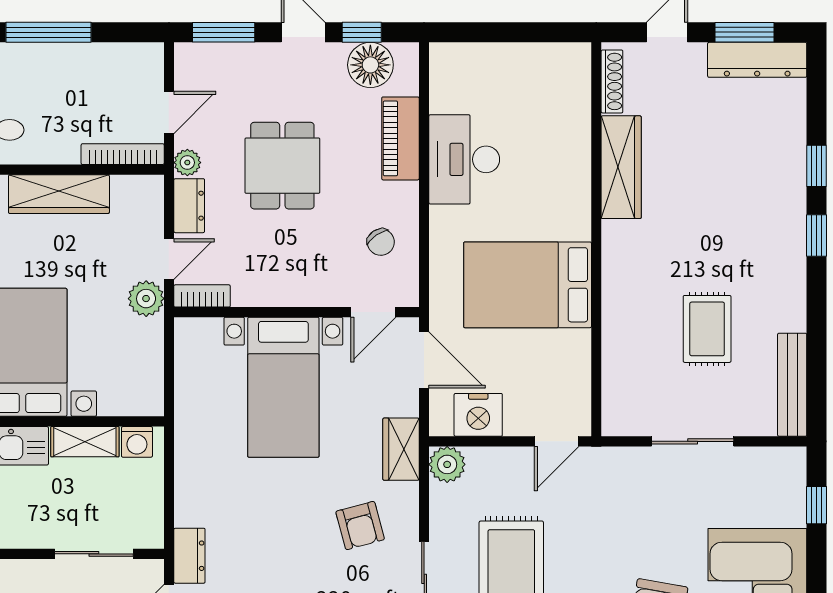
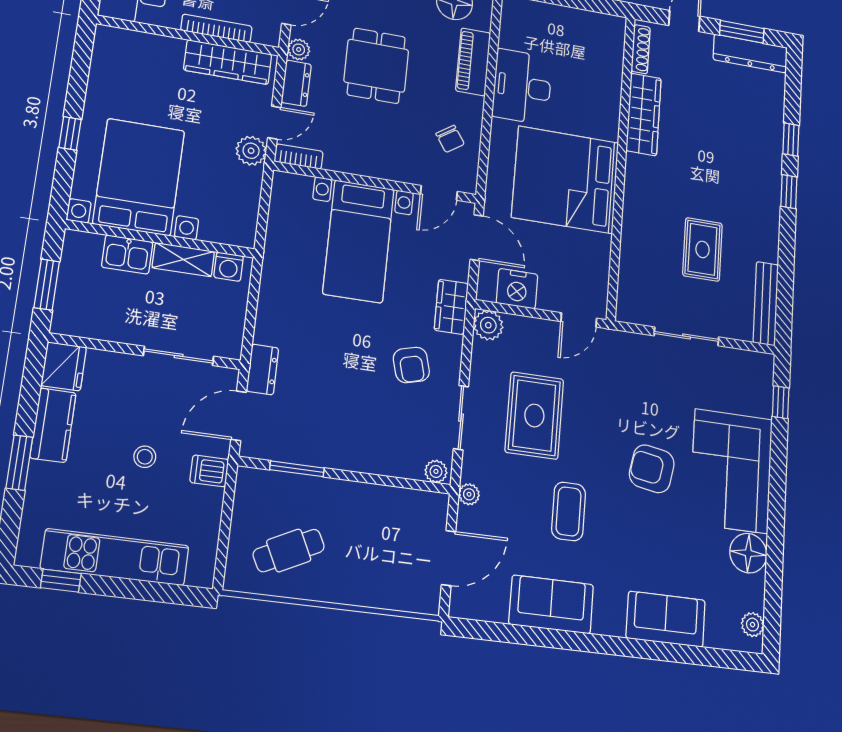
bookcase: (123, 154) -> (216, 28), moved
wardrobe: (59, 194) -> (228, 62), moved
bed: (528, 285) -> (565, 180), width x1.36

